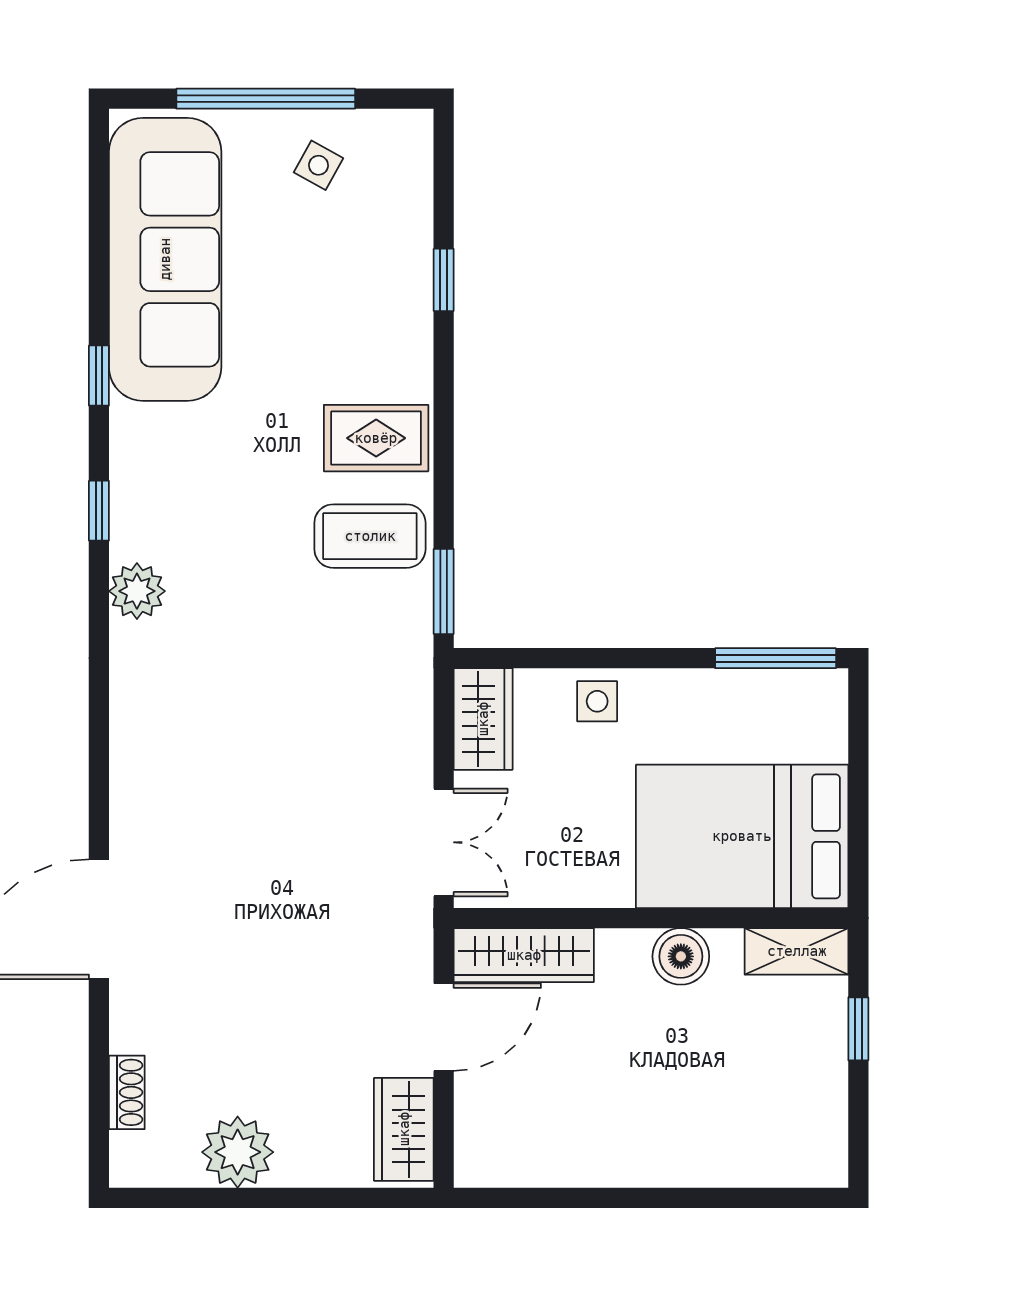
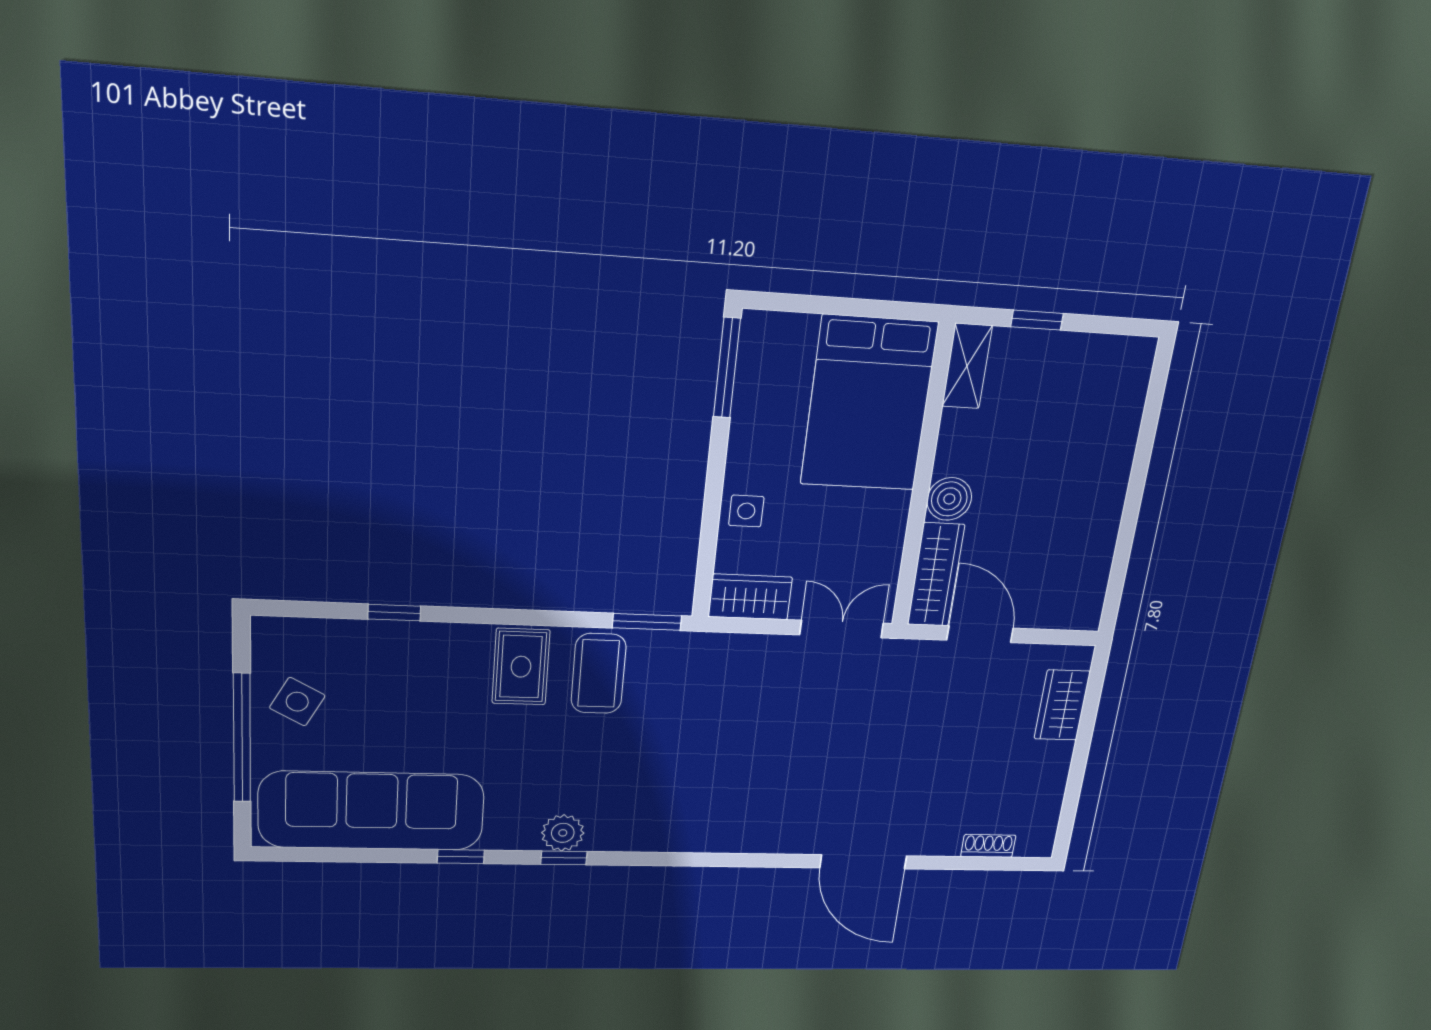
side table: (319, 165) -> (297, 702), width x1.37, depth x1.37
plant: (137, 591) -> (563, 833), moved
boiler: (681, 956) -> (949, 499), moved
wardrobe: (404, 1129) -> (1062, 705), moved, turned 90
plant: (238, 1152) -> (1044, 776), removed

